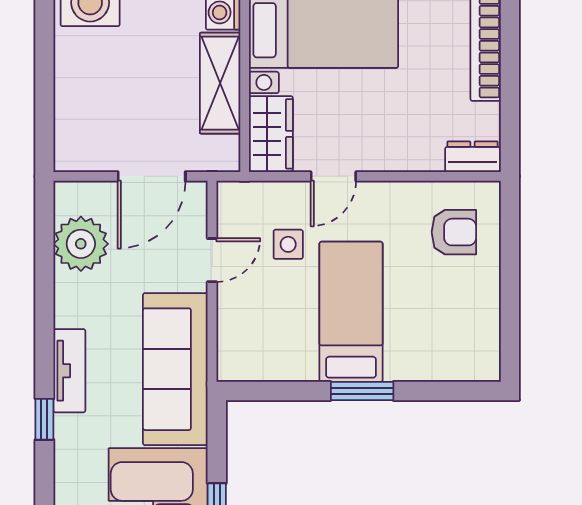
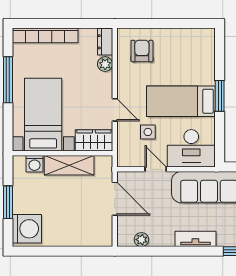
plant: (427, 157) -> (105, 64), added
plant: (81, 244) -> (141, 240), width x0.53, depth x0.53
desk: (255, 333) -> (191, 148), added
tv unit: (69, 371) -> (195, 239), moved

